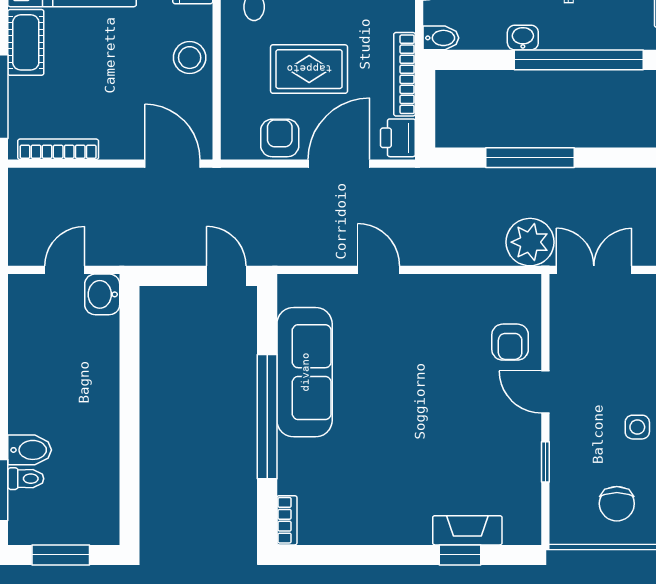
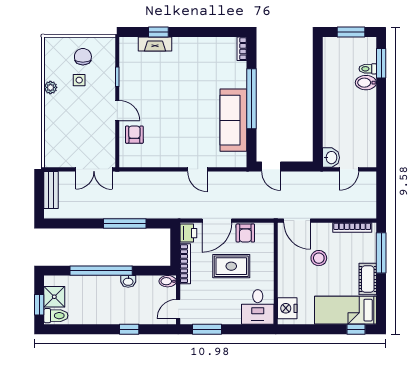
stool: (190, 58) -> (319, 258), moved
plant: (530, 242) -> (125, 183), removed
side table: (637, 427) -> (79, 80), moved

